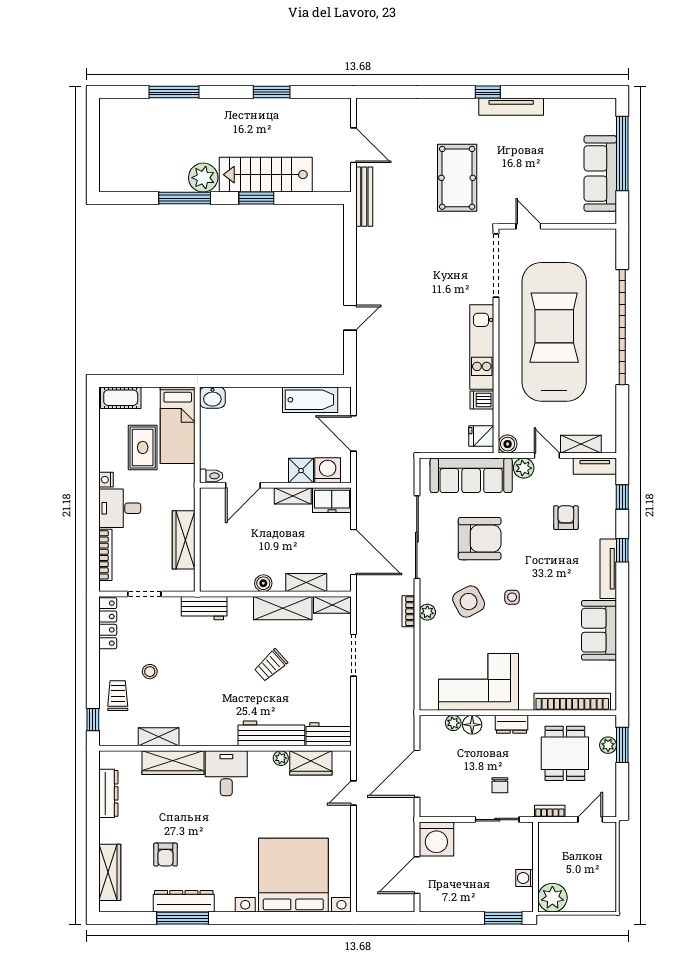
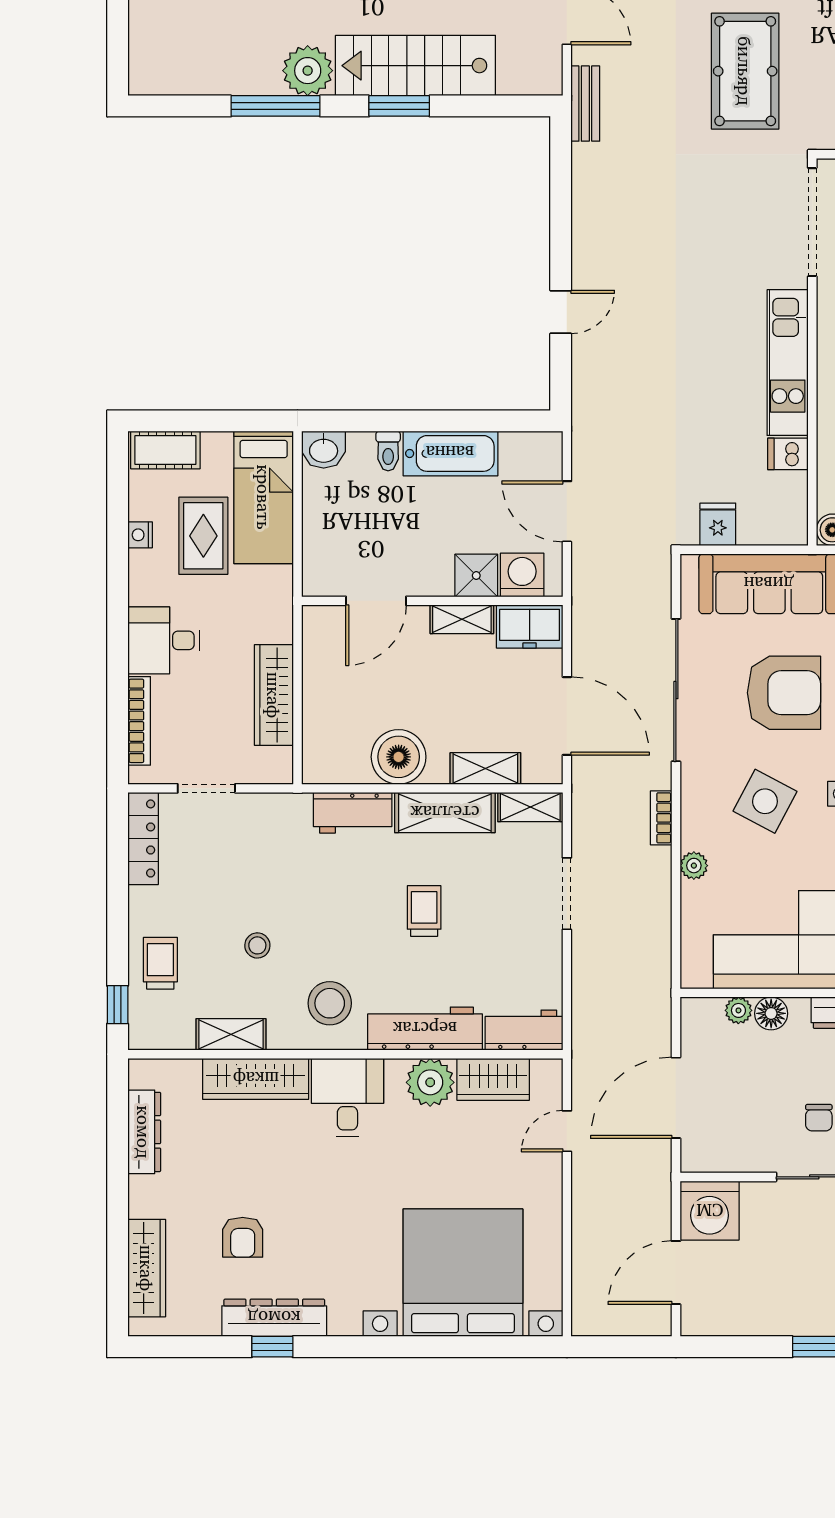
bench: (364, 197) -> (585, 104), width x0.73
bathtub: (310, 400) -> (450, 453), moved
fridge: (481, 436) -> (718, 524), moved, turned 90
toilet: (211, 476) -> (388, 451), moved, turned 90
nightstand: (106, 480) -> (140, 535), moved
boiler: (263, 583) -> (399, 757), width x1.86, depth x1.86
side table: (469, 602) -> (765, 801), turned -34
workbench: (204, 608) -> (353, 813), moved
plant: (427, 612) -> (694, 866), moved
trolley: (271, 665) -> (424, 911), turned 132
stool: (150, 672) -> (257, 945), moved
stool: (216, 719) -> (330, 1003), added
plant: (281, 758) -> (430, 1082), width x1.87, depth x1.87
window: (183, 918) -> (272, 1347), width x0.46

